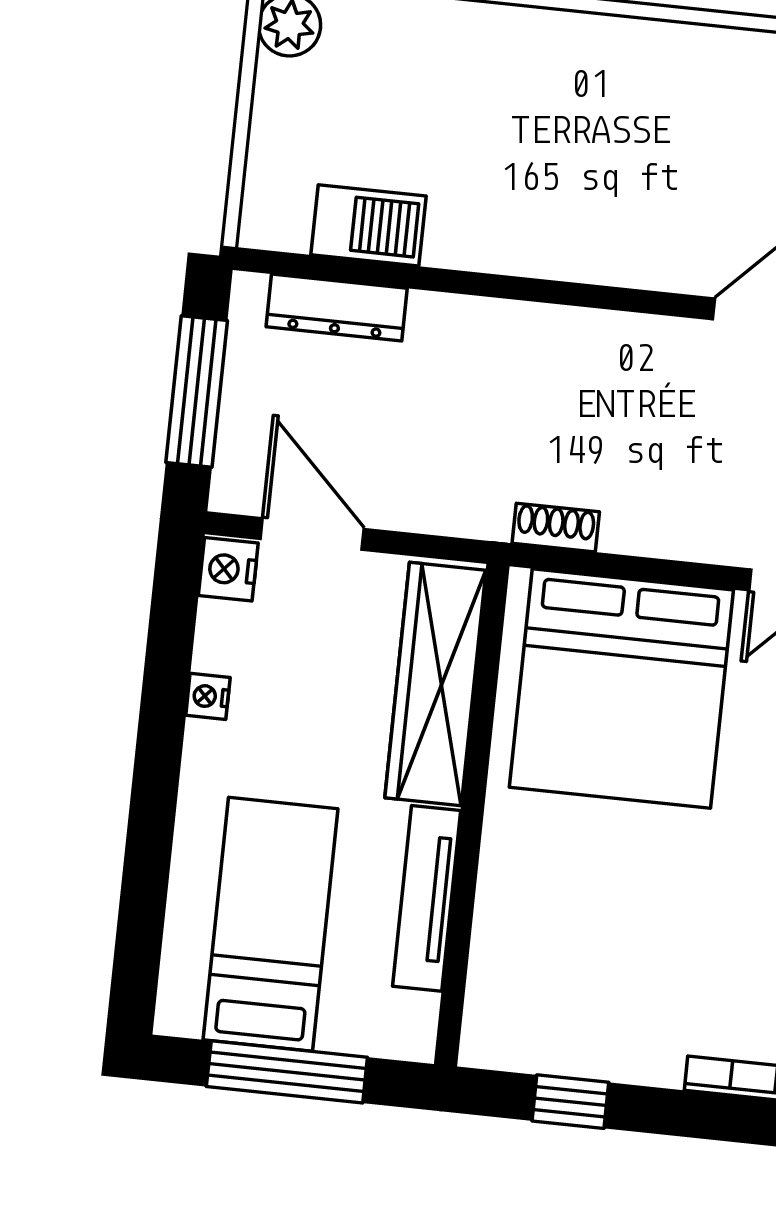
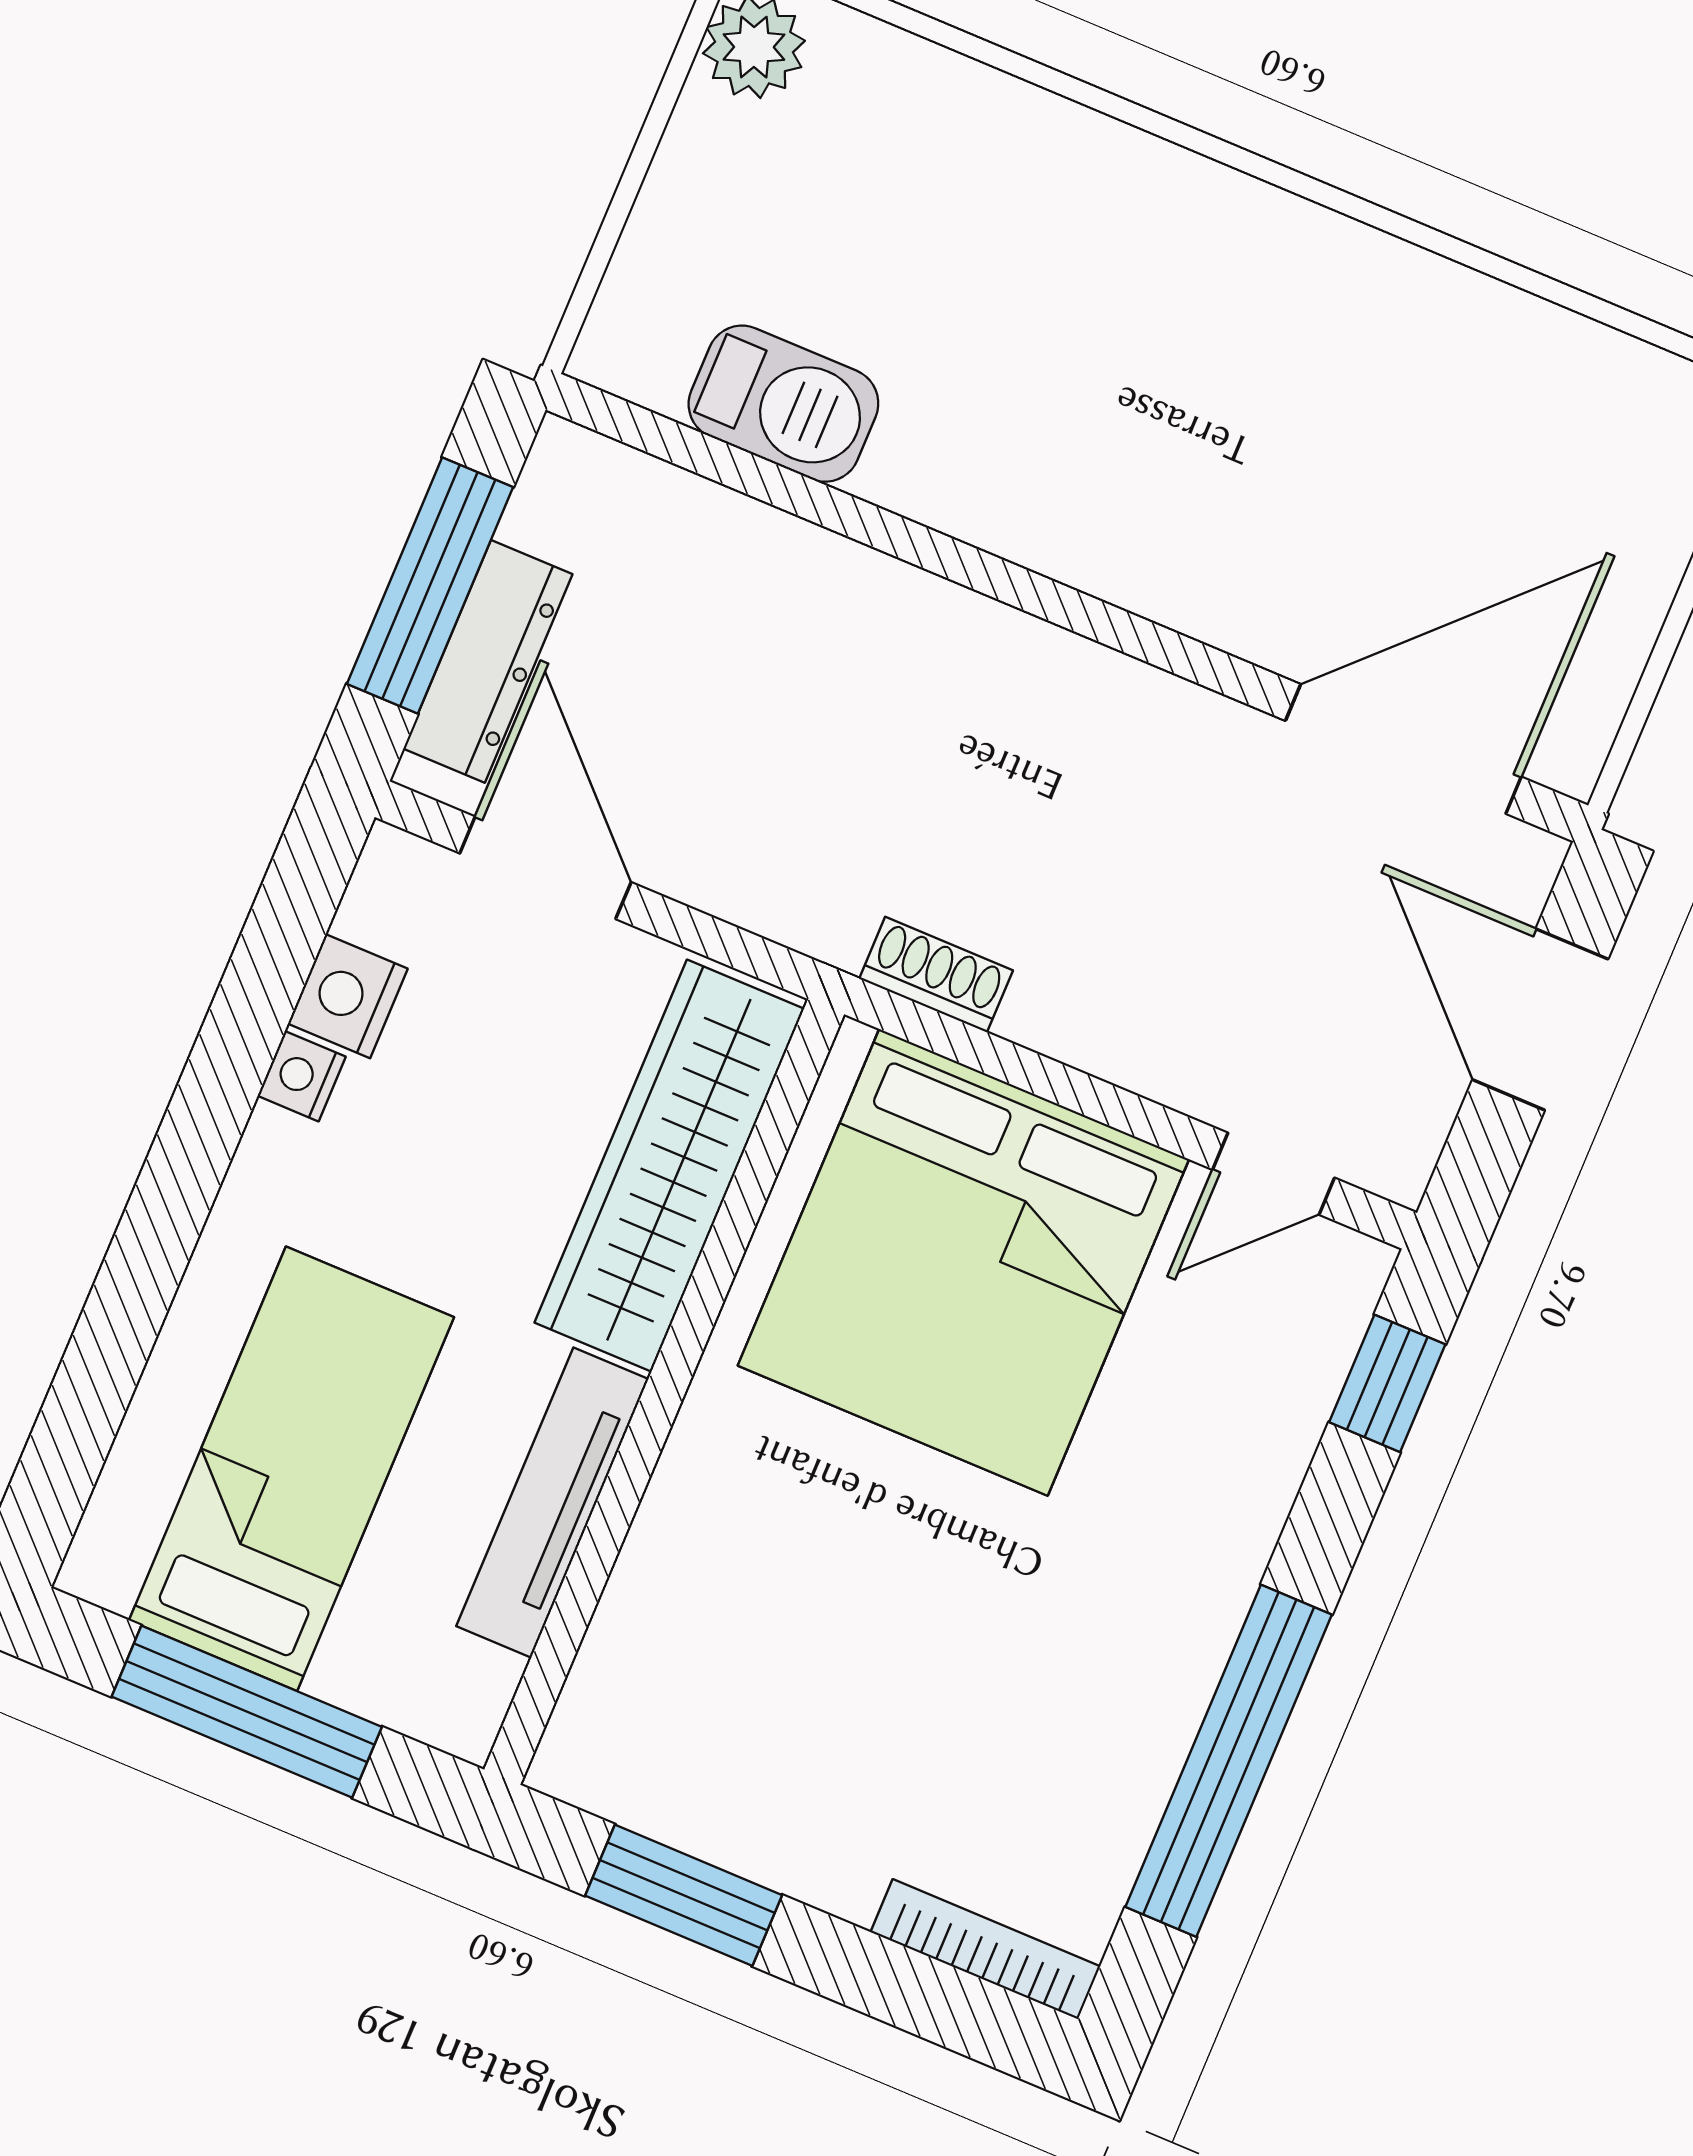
dresser: (337, 308) -> (488, 661), moved, turned -90
nightstand: (228, 569) -> (348, 996), moved
window: (570, 1102) -> (684, 1895), width x1.50

